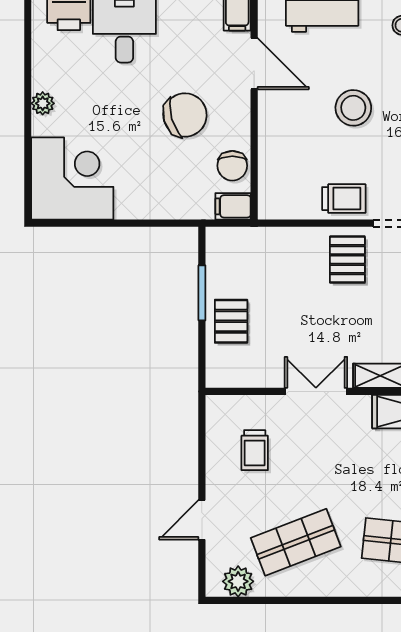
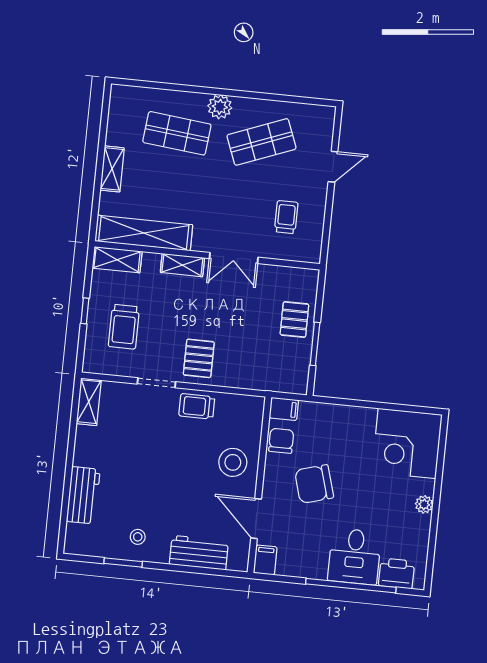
stool: (353, 108) -> (233, 462), moved
plant: (238, 581) -> (220, 107), moved

